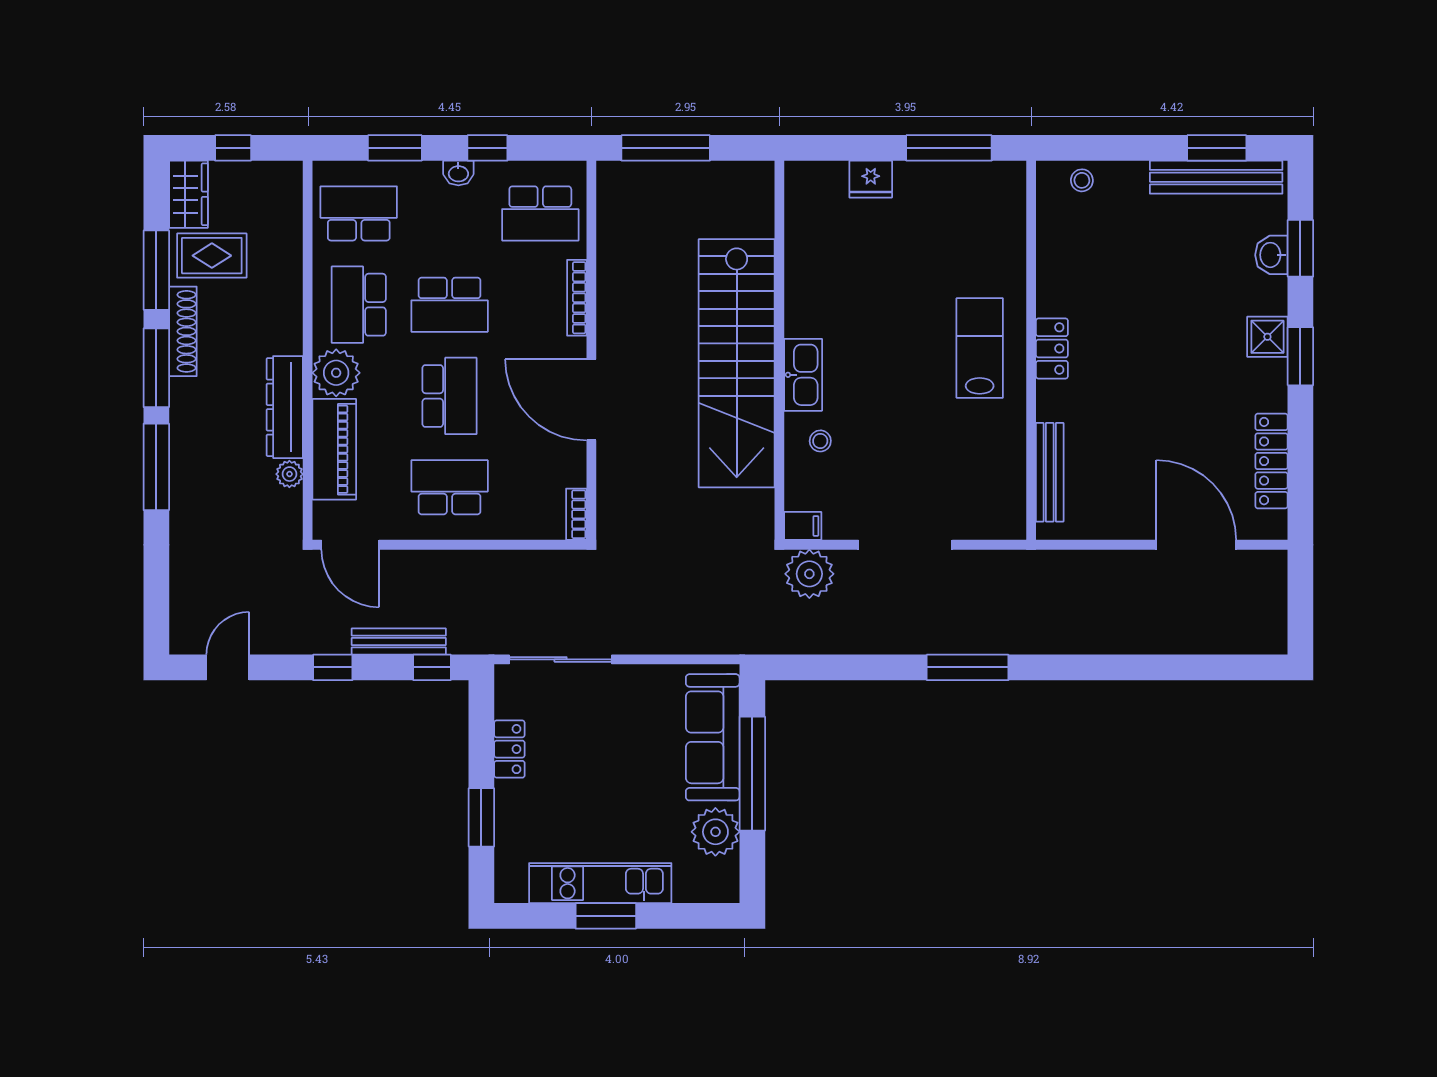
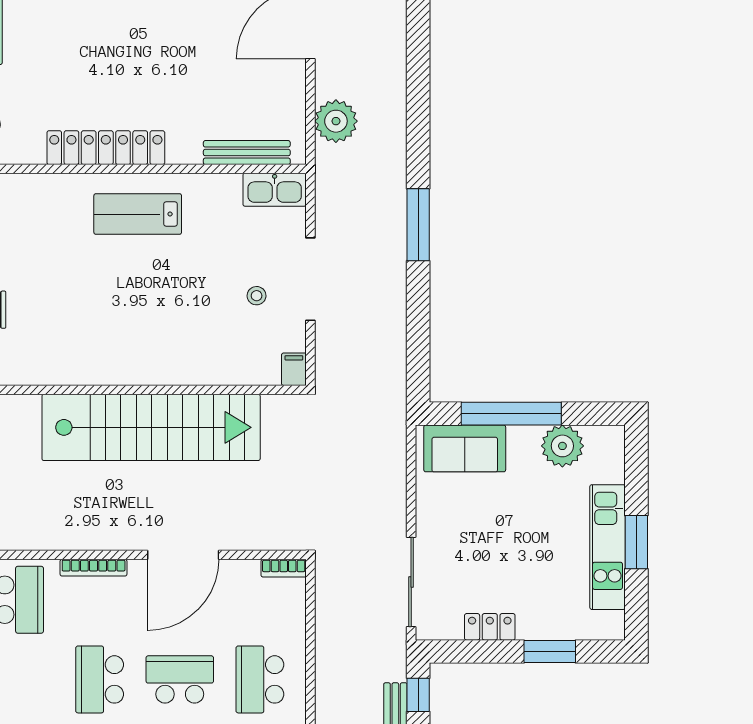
school desk: (450, 305) -> (100, 679), turned 180
locker: (1052, 349) -> (106, 148), width x2.16, depth x1.21
kitchen sink: (803, 375) -> (275, 190), moved, turned 180
stool: (820, 441) -> (257, 296), moved
plant: (809, 574) -> (336, 121), moved
sofa: (713, 737) -> (465, 448), width x0.73

